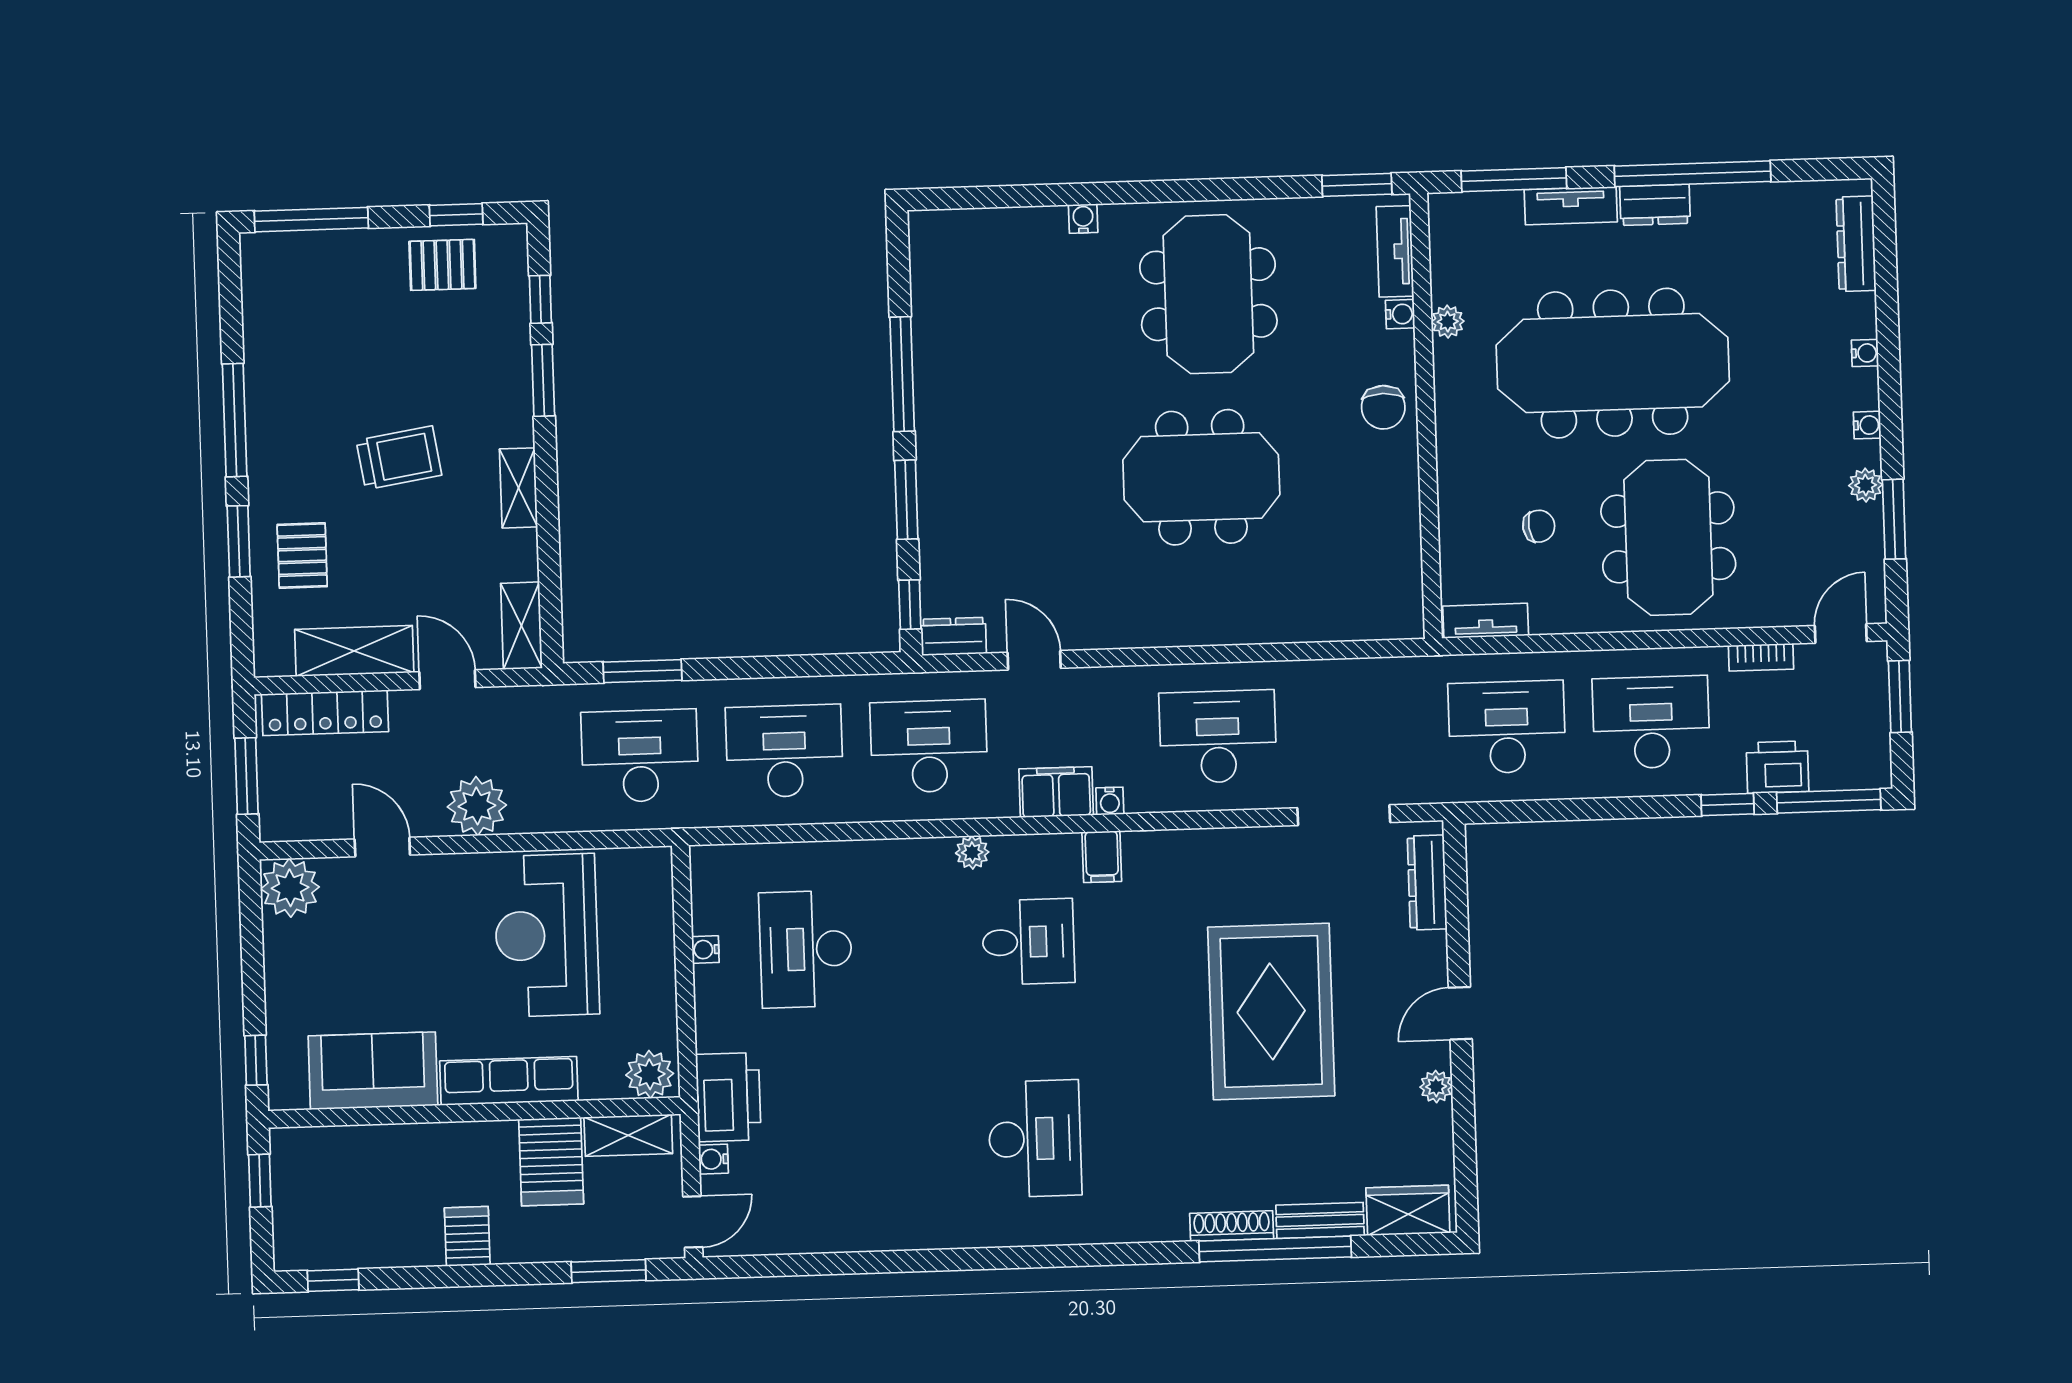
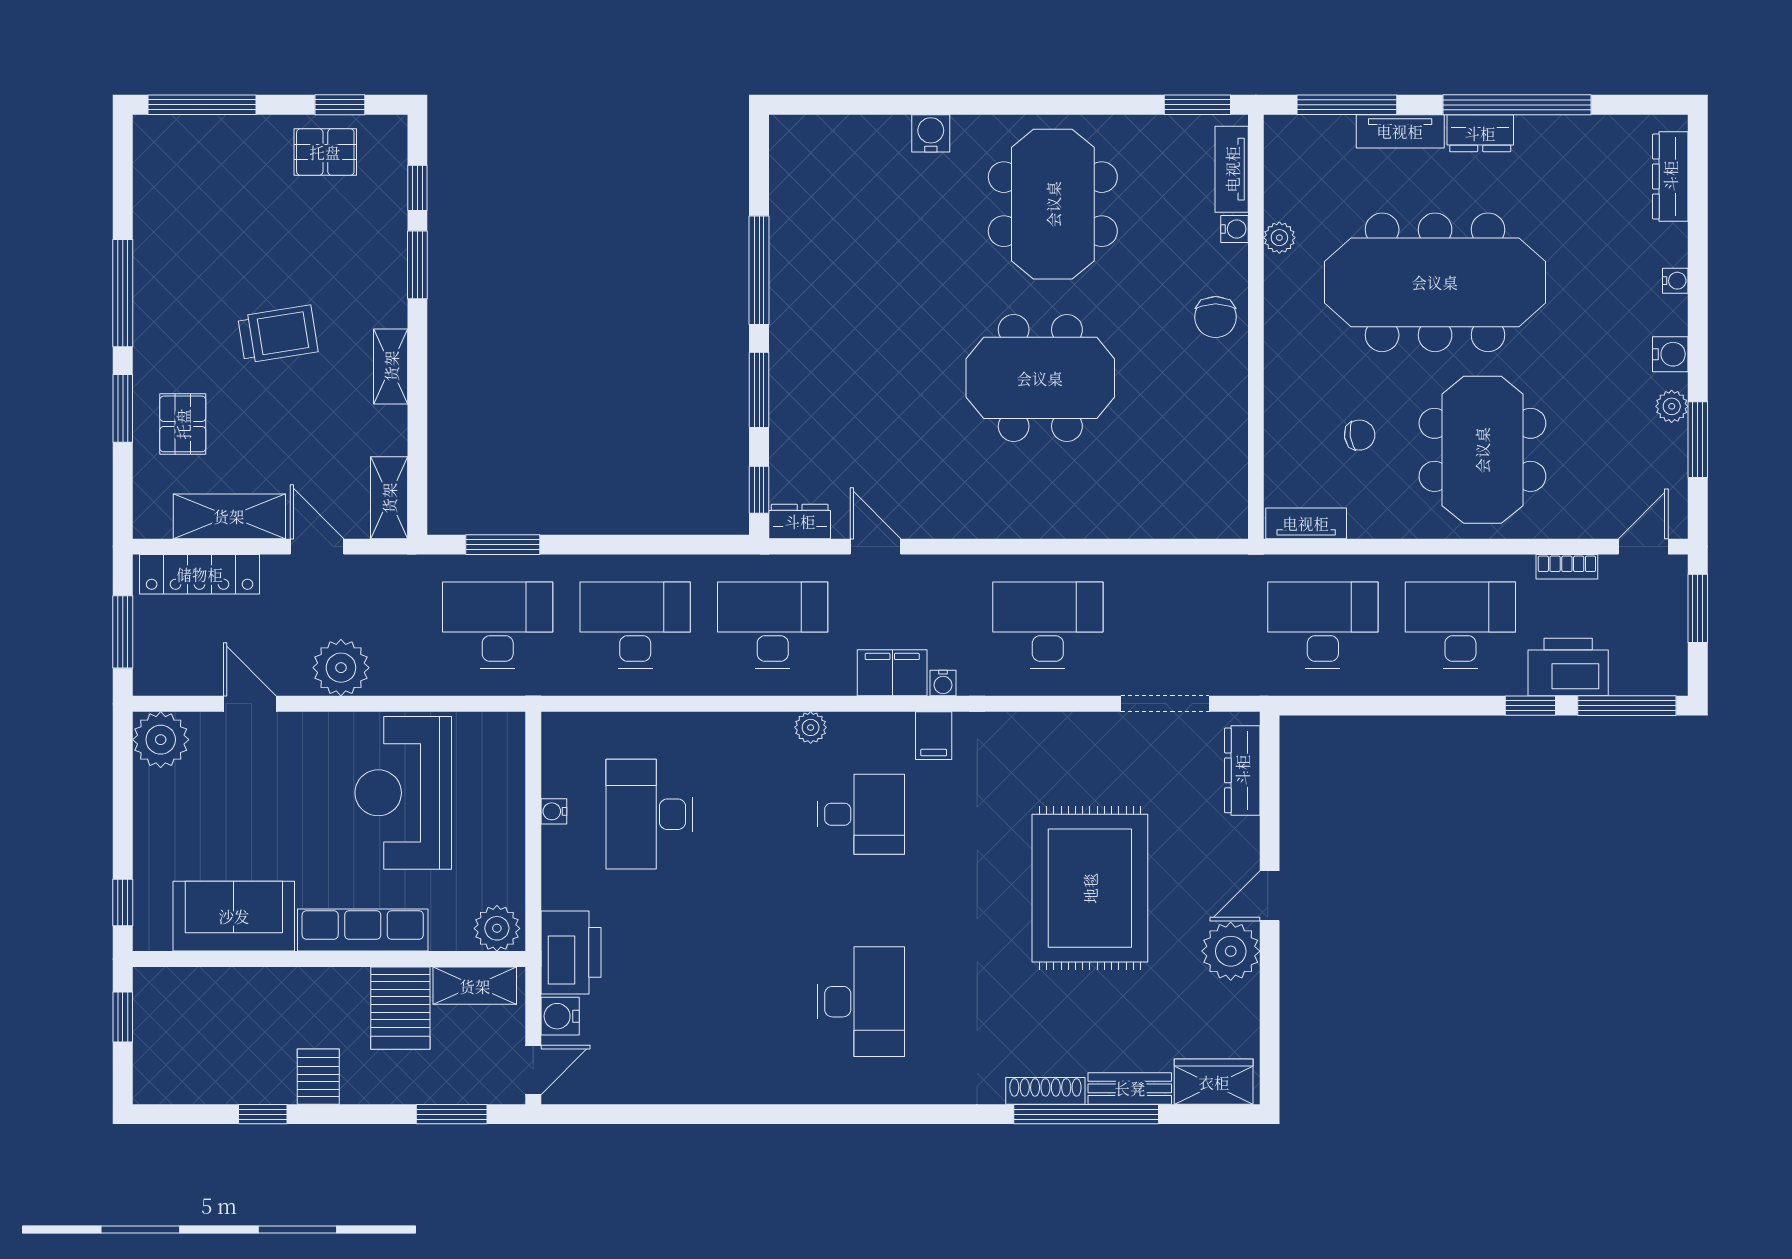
water cooler: (1083, 219) -> (931, 133), width x1.38, depth x1.38
water cooler: (1867, 425) -> (1670, 354), width x1.38, depth x1.38
printer: (1777, 767) -> (1568, 667), width x1.37, depth x1.19
plant: (1436, 1087) -> (1231, 951), width x1.88, depth x1.88
water cooler: (713, 1159) -> (560, 1016), width x1.38, depth x1.38
window: (333, 1280) -> (263, 1114), moved

